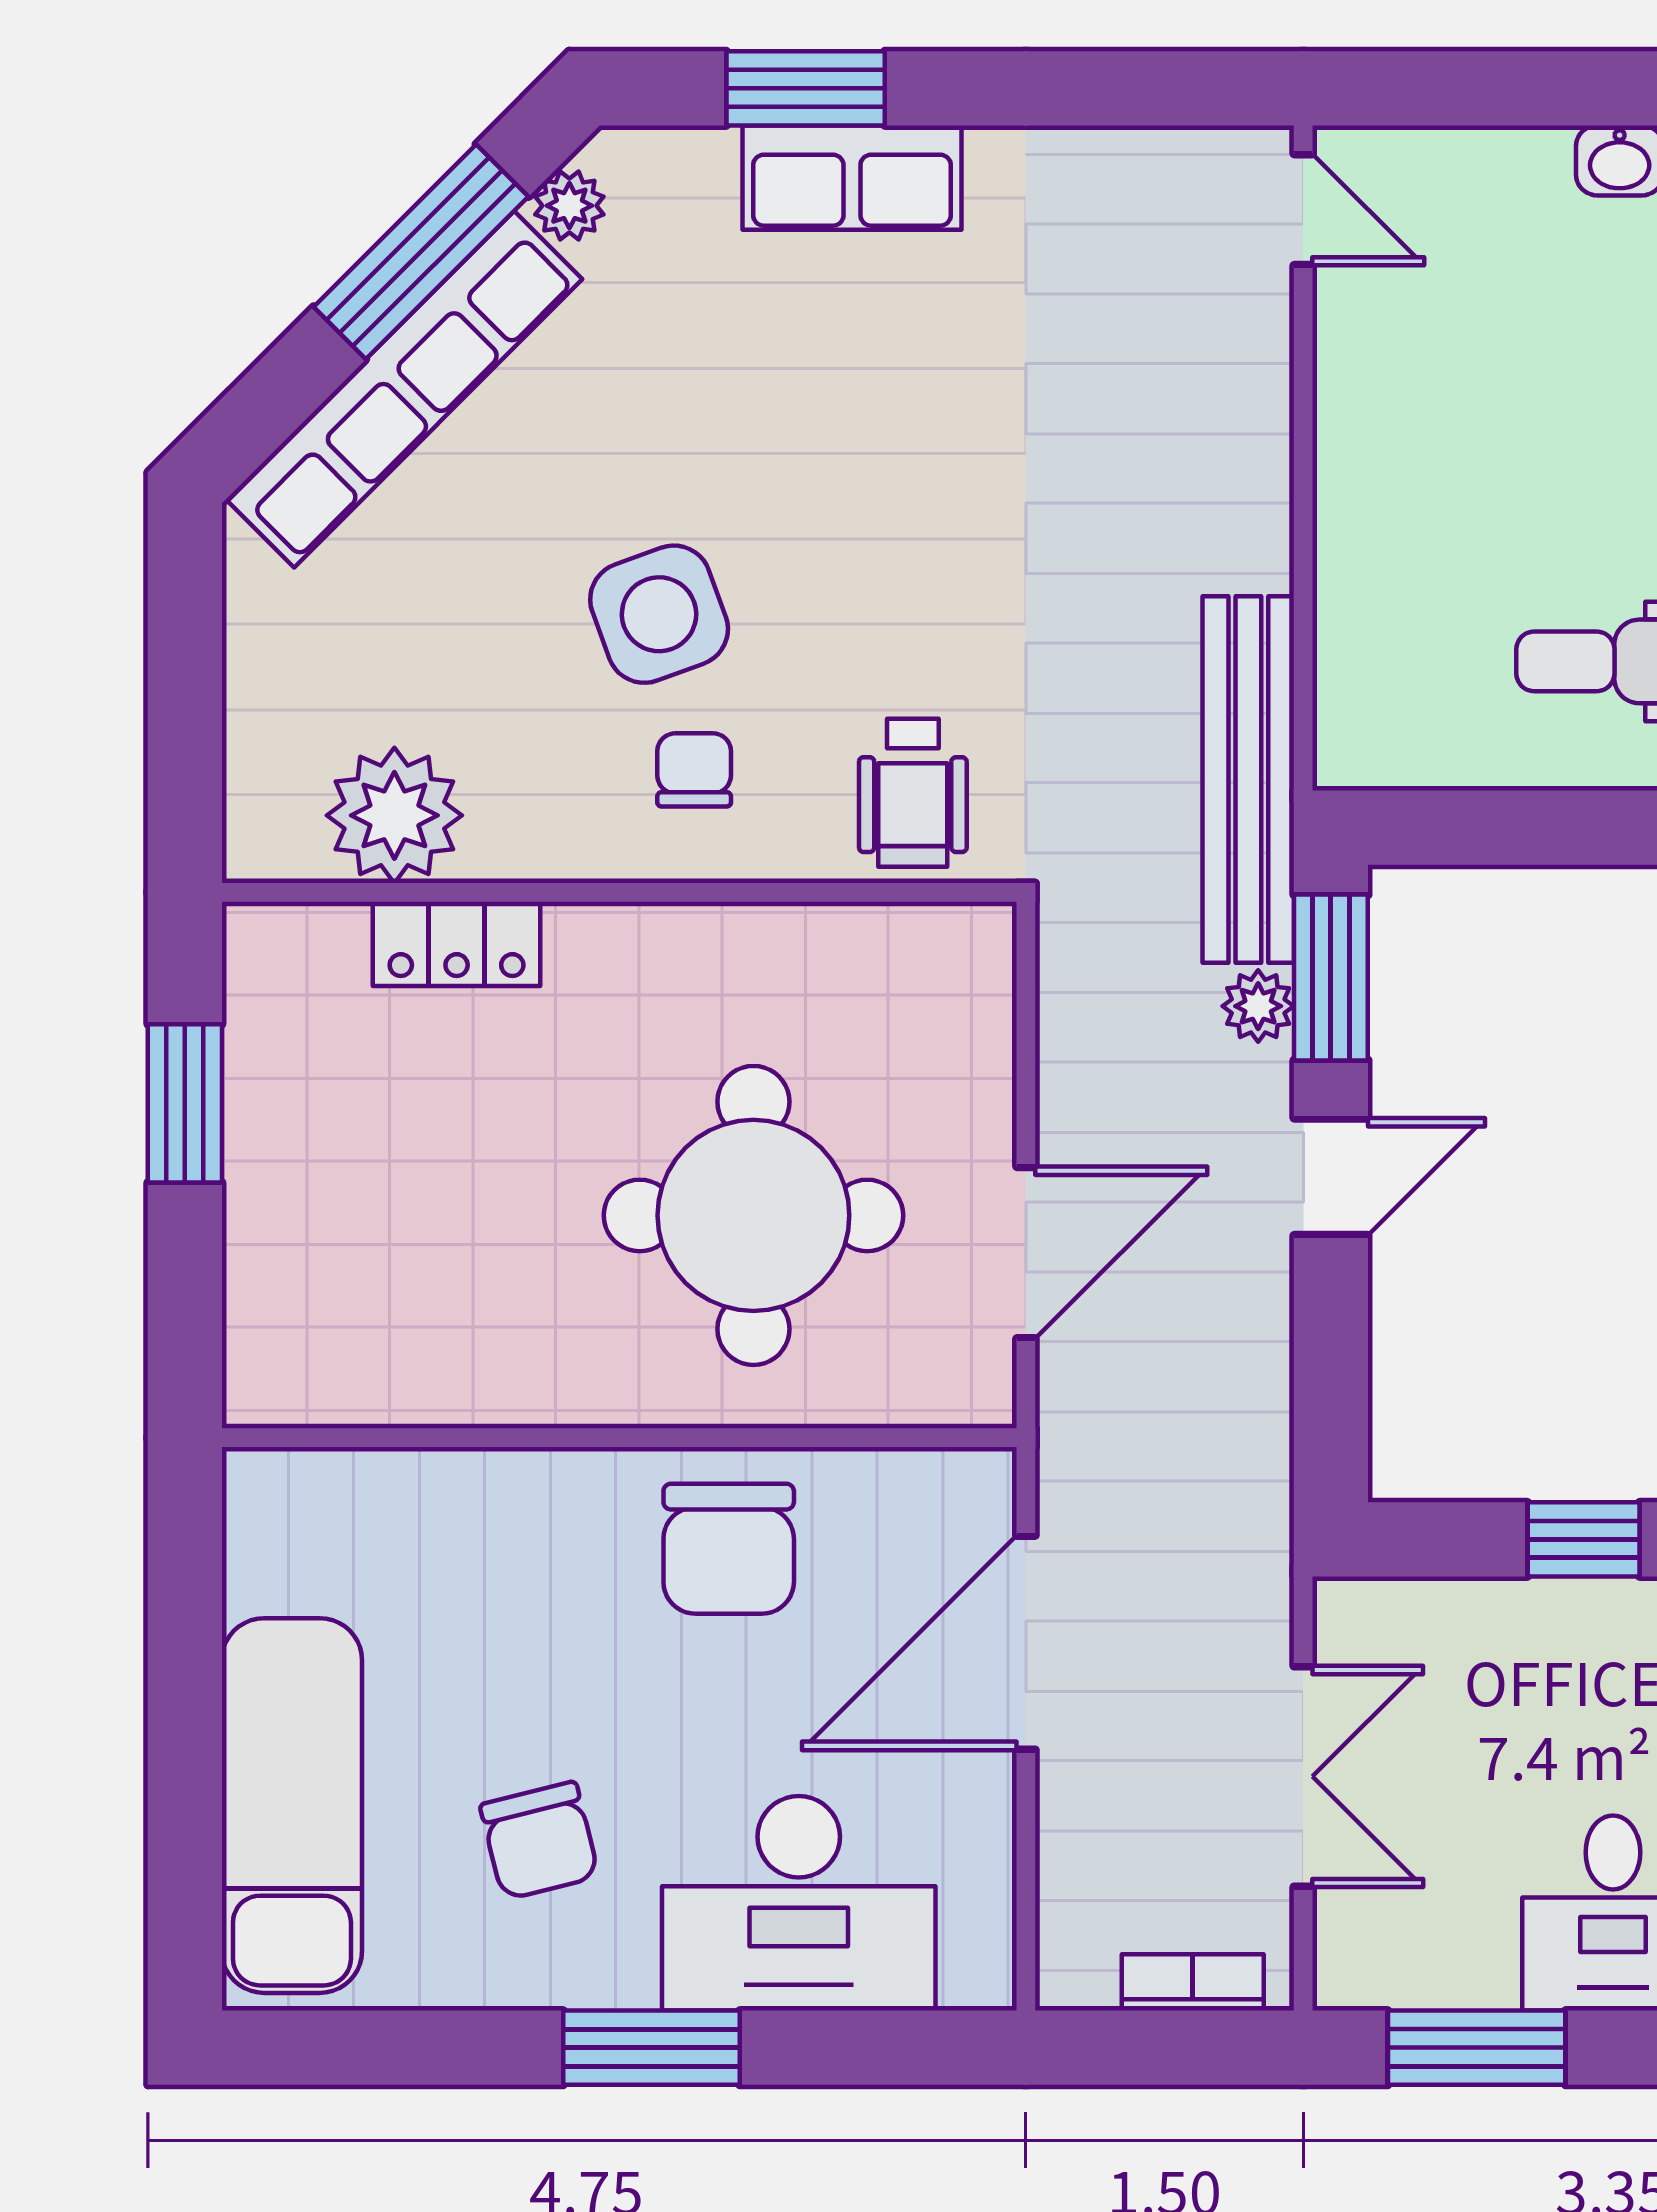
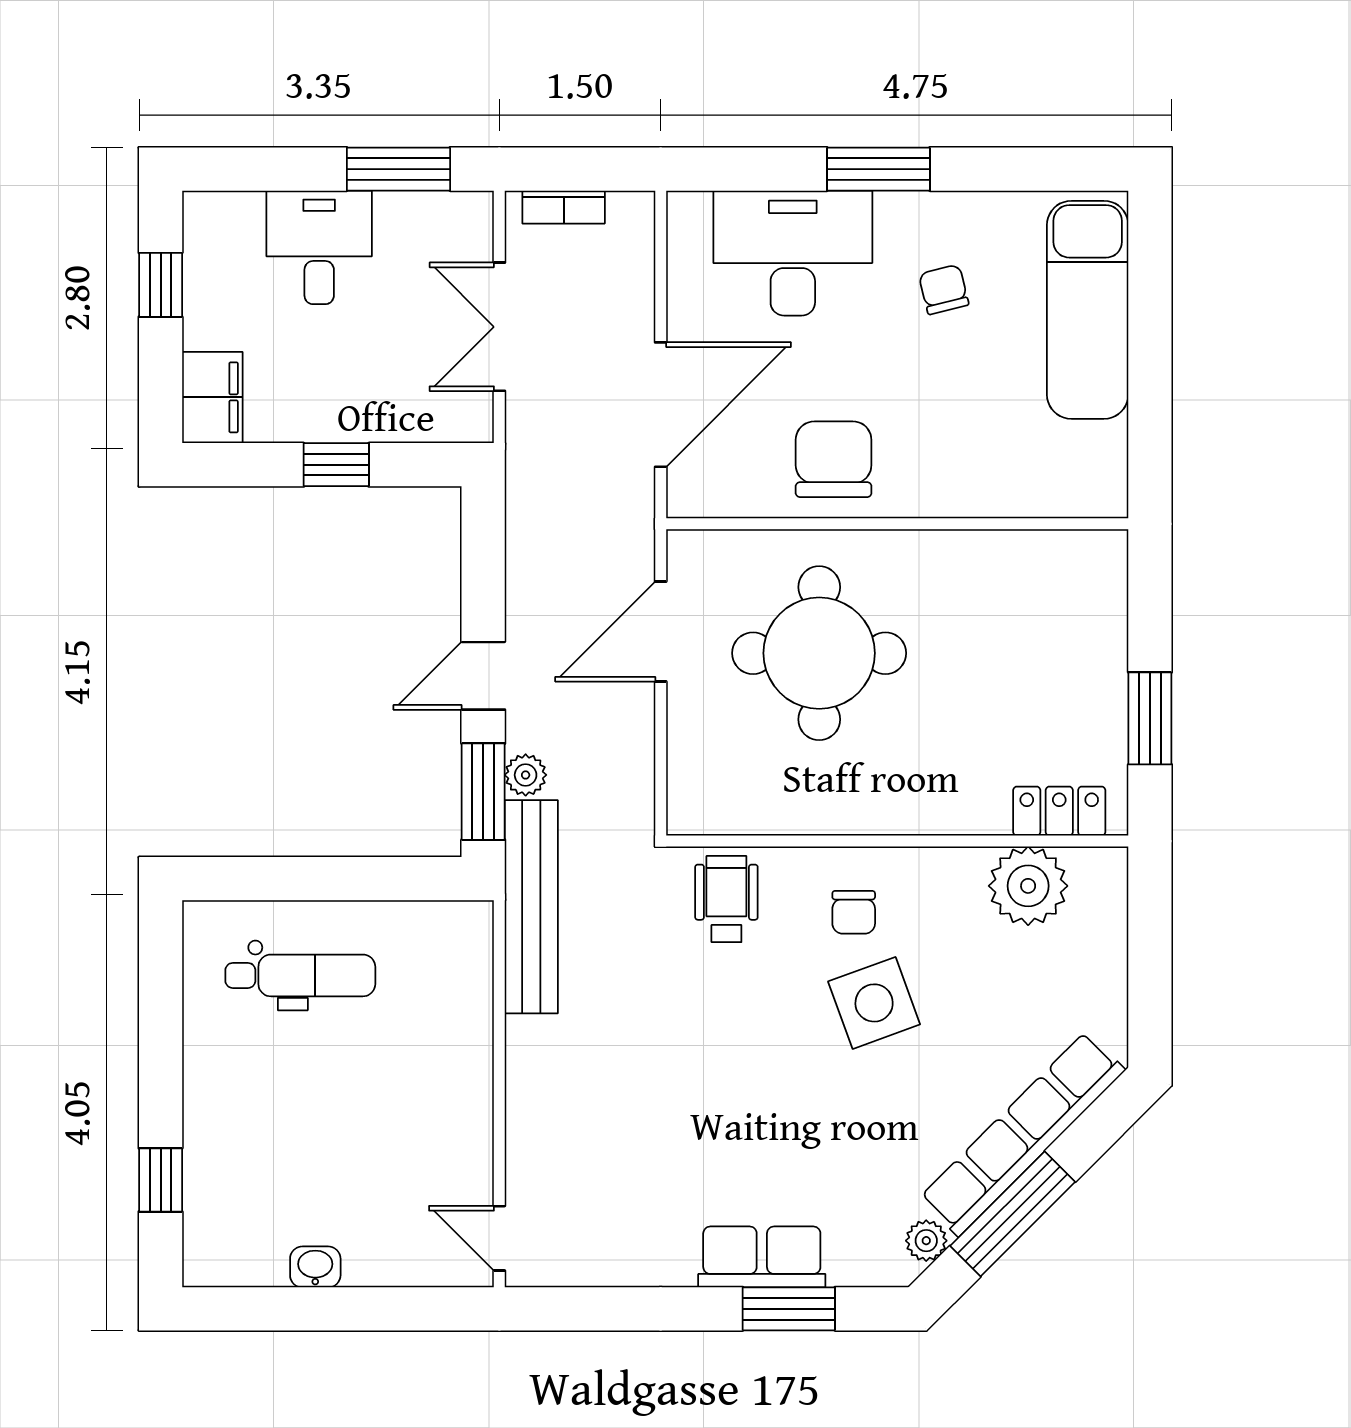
locker: (457, 944) -> (1059, 811), moved
chair: (539, 1841) -> (944, 289), width x0.73, depth x0.73

